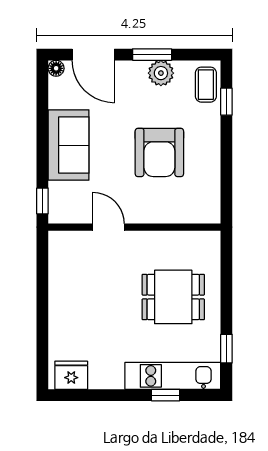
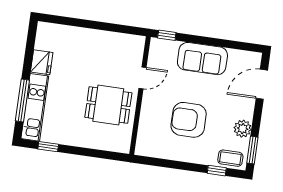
window: (152, 55) -> (252, 150), moved
floor lamp: (56, 68) -> (256, 58), removed
dining table: (173, 297) -> (108, 105), moved, turned 90
fridge: (71, 375) -> (42, 62), moved
window: (166, 395) -> (22, 100), width x2.17

